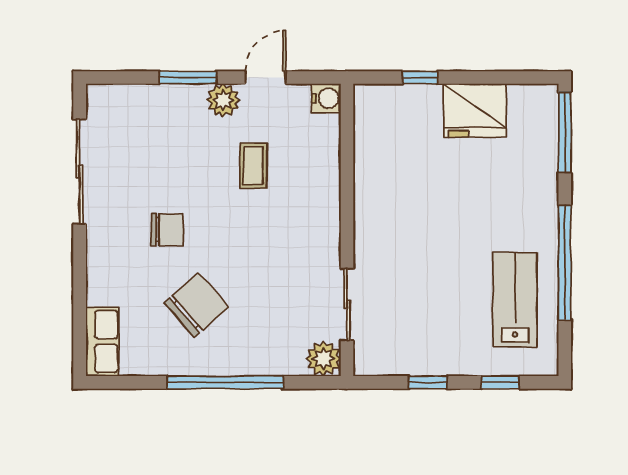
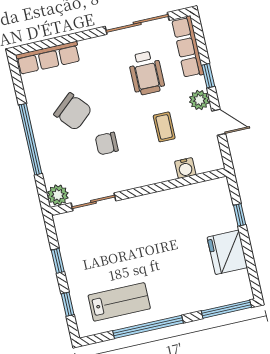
window: (188, 78) -> (208, 76), width x0.67
water cooler: (326, 98) -> (185, 168), moved
row of seats: (135, 100) -> (188, 47), added
coffee table: (253, 166) -> (164, 127), turned 90
wheelchair: (162, 175) -> (146, 73), added
chair: (167, 230) -> (107, 144), moved, turned 90
row of seats: (102, 342) -> (48, 58), width x1.48

